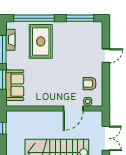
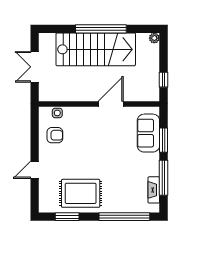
window: (80, 18) -> (67, 217), width x0.69
rug: (41, 41) -> (81, 193), moved, turned 90
door: (73, 109) -> (111, 104), moved

